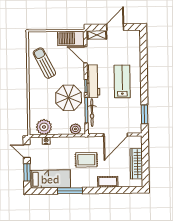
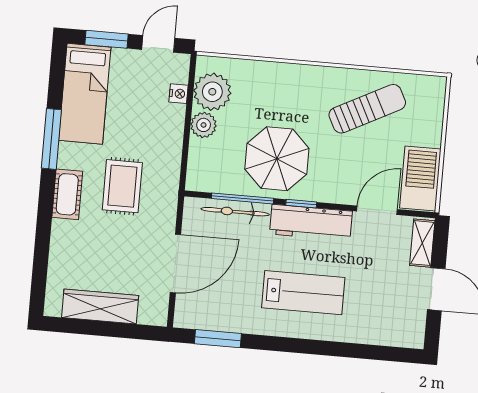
plant: (75, 129) -> (204, 125), moved
door: (116, 135) -> (175, 263), swing flipped
cot: (108, 182) -> (67, 194), moved

